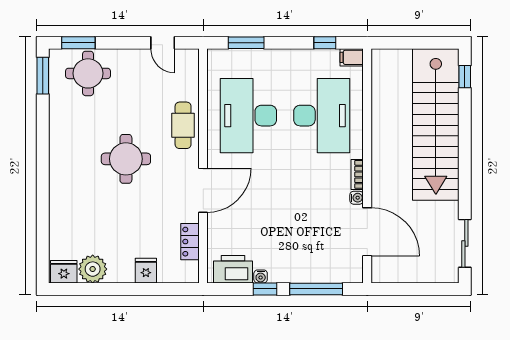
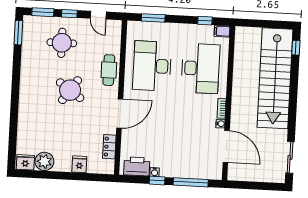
window: (119, 43) -> (69, 14), added
round table: (88, 73) -> (62, 43), moved
round table: (126, 159) -> (70, 90), turned 35

